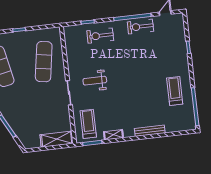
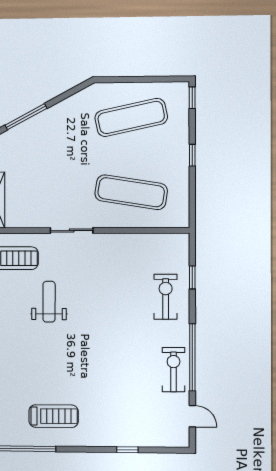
weight bench: (95, 81) -> (49, 302), moved

